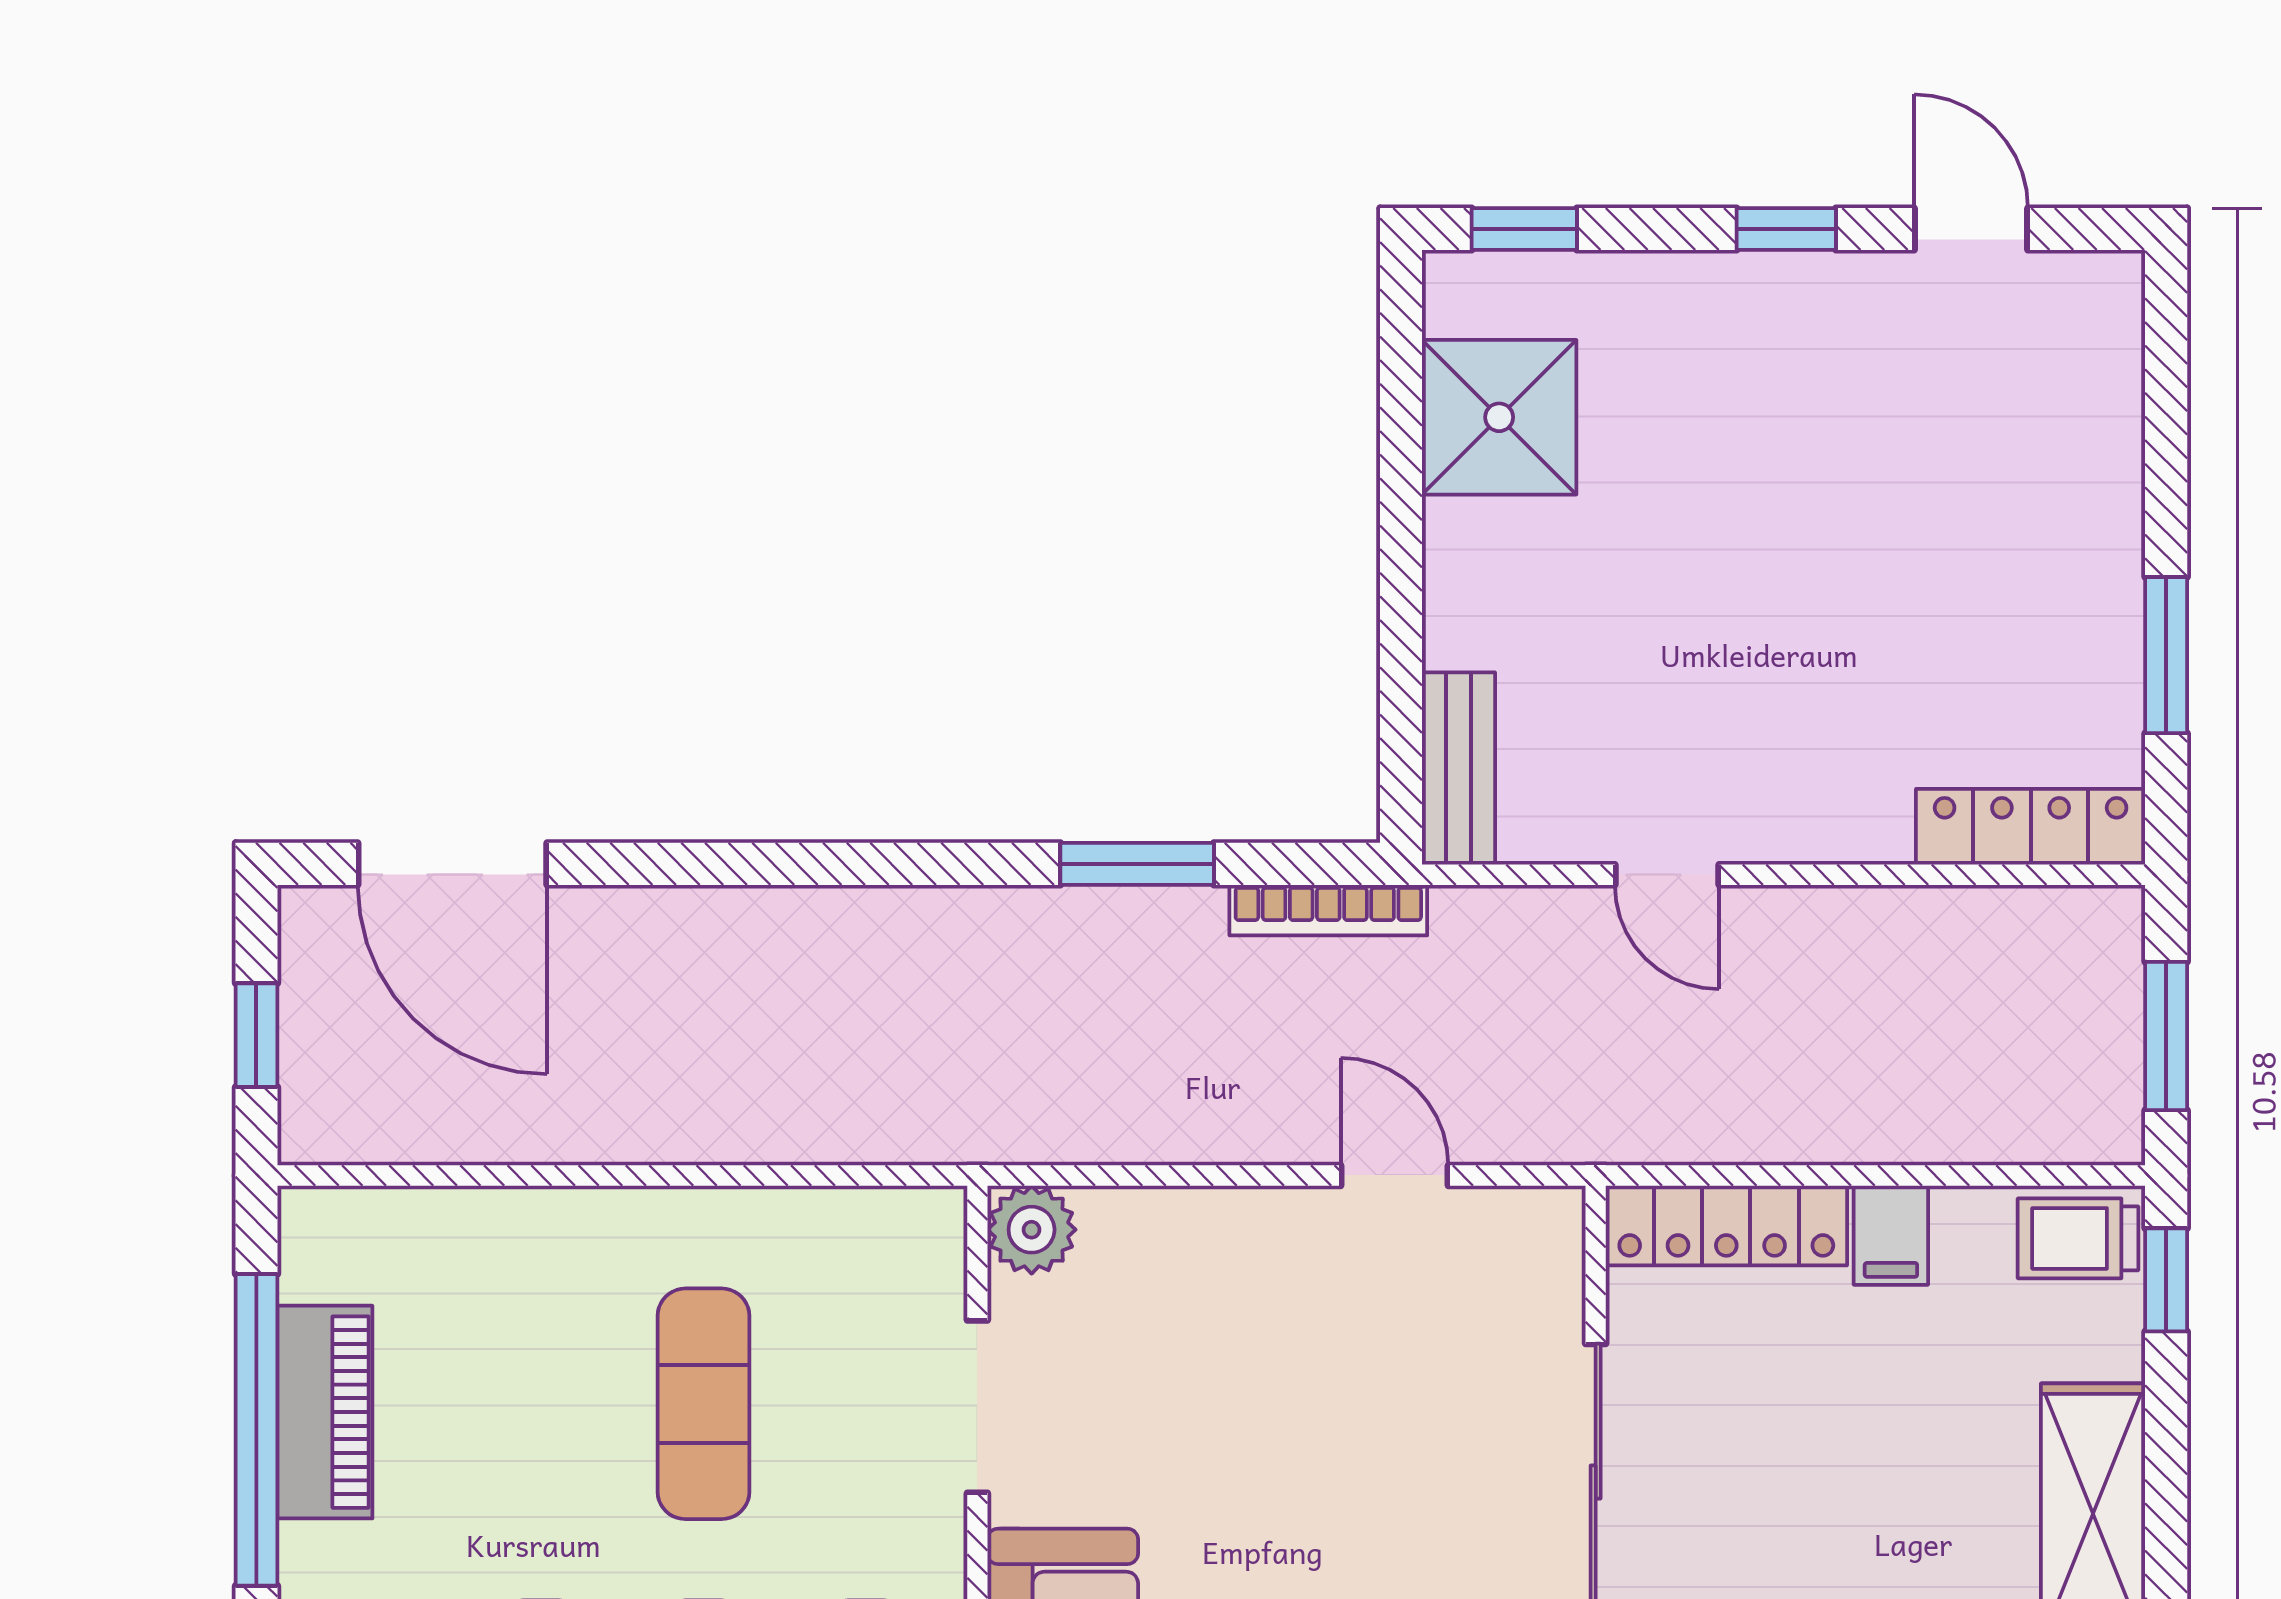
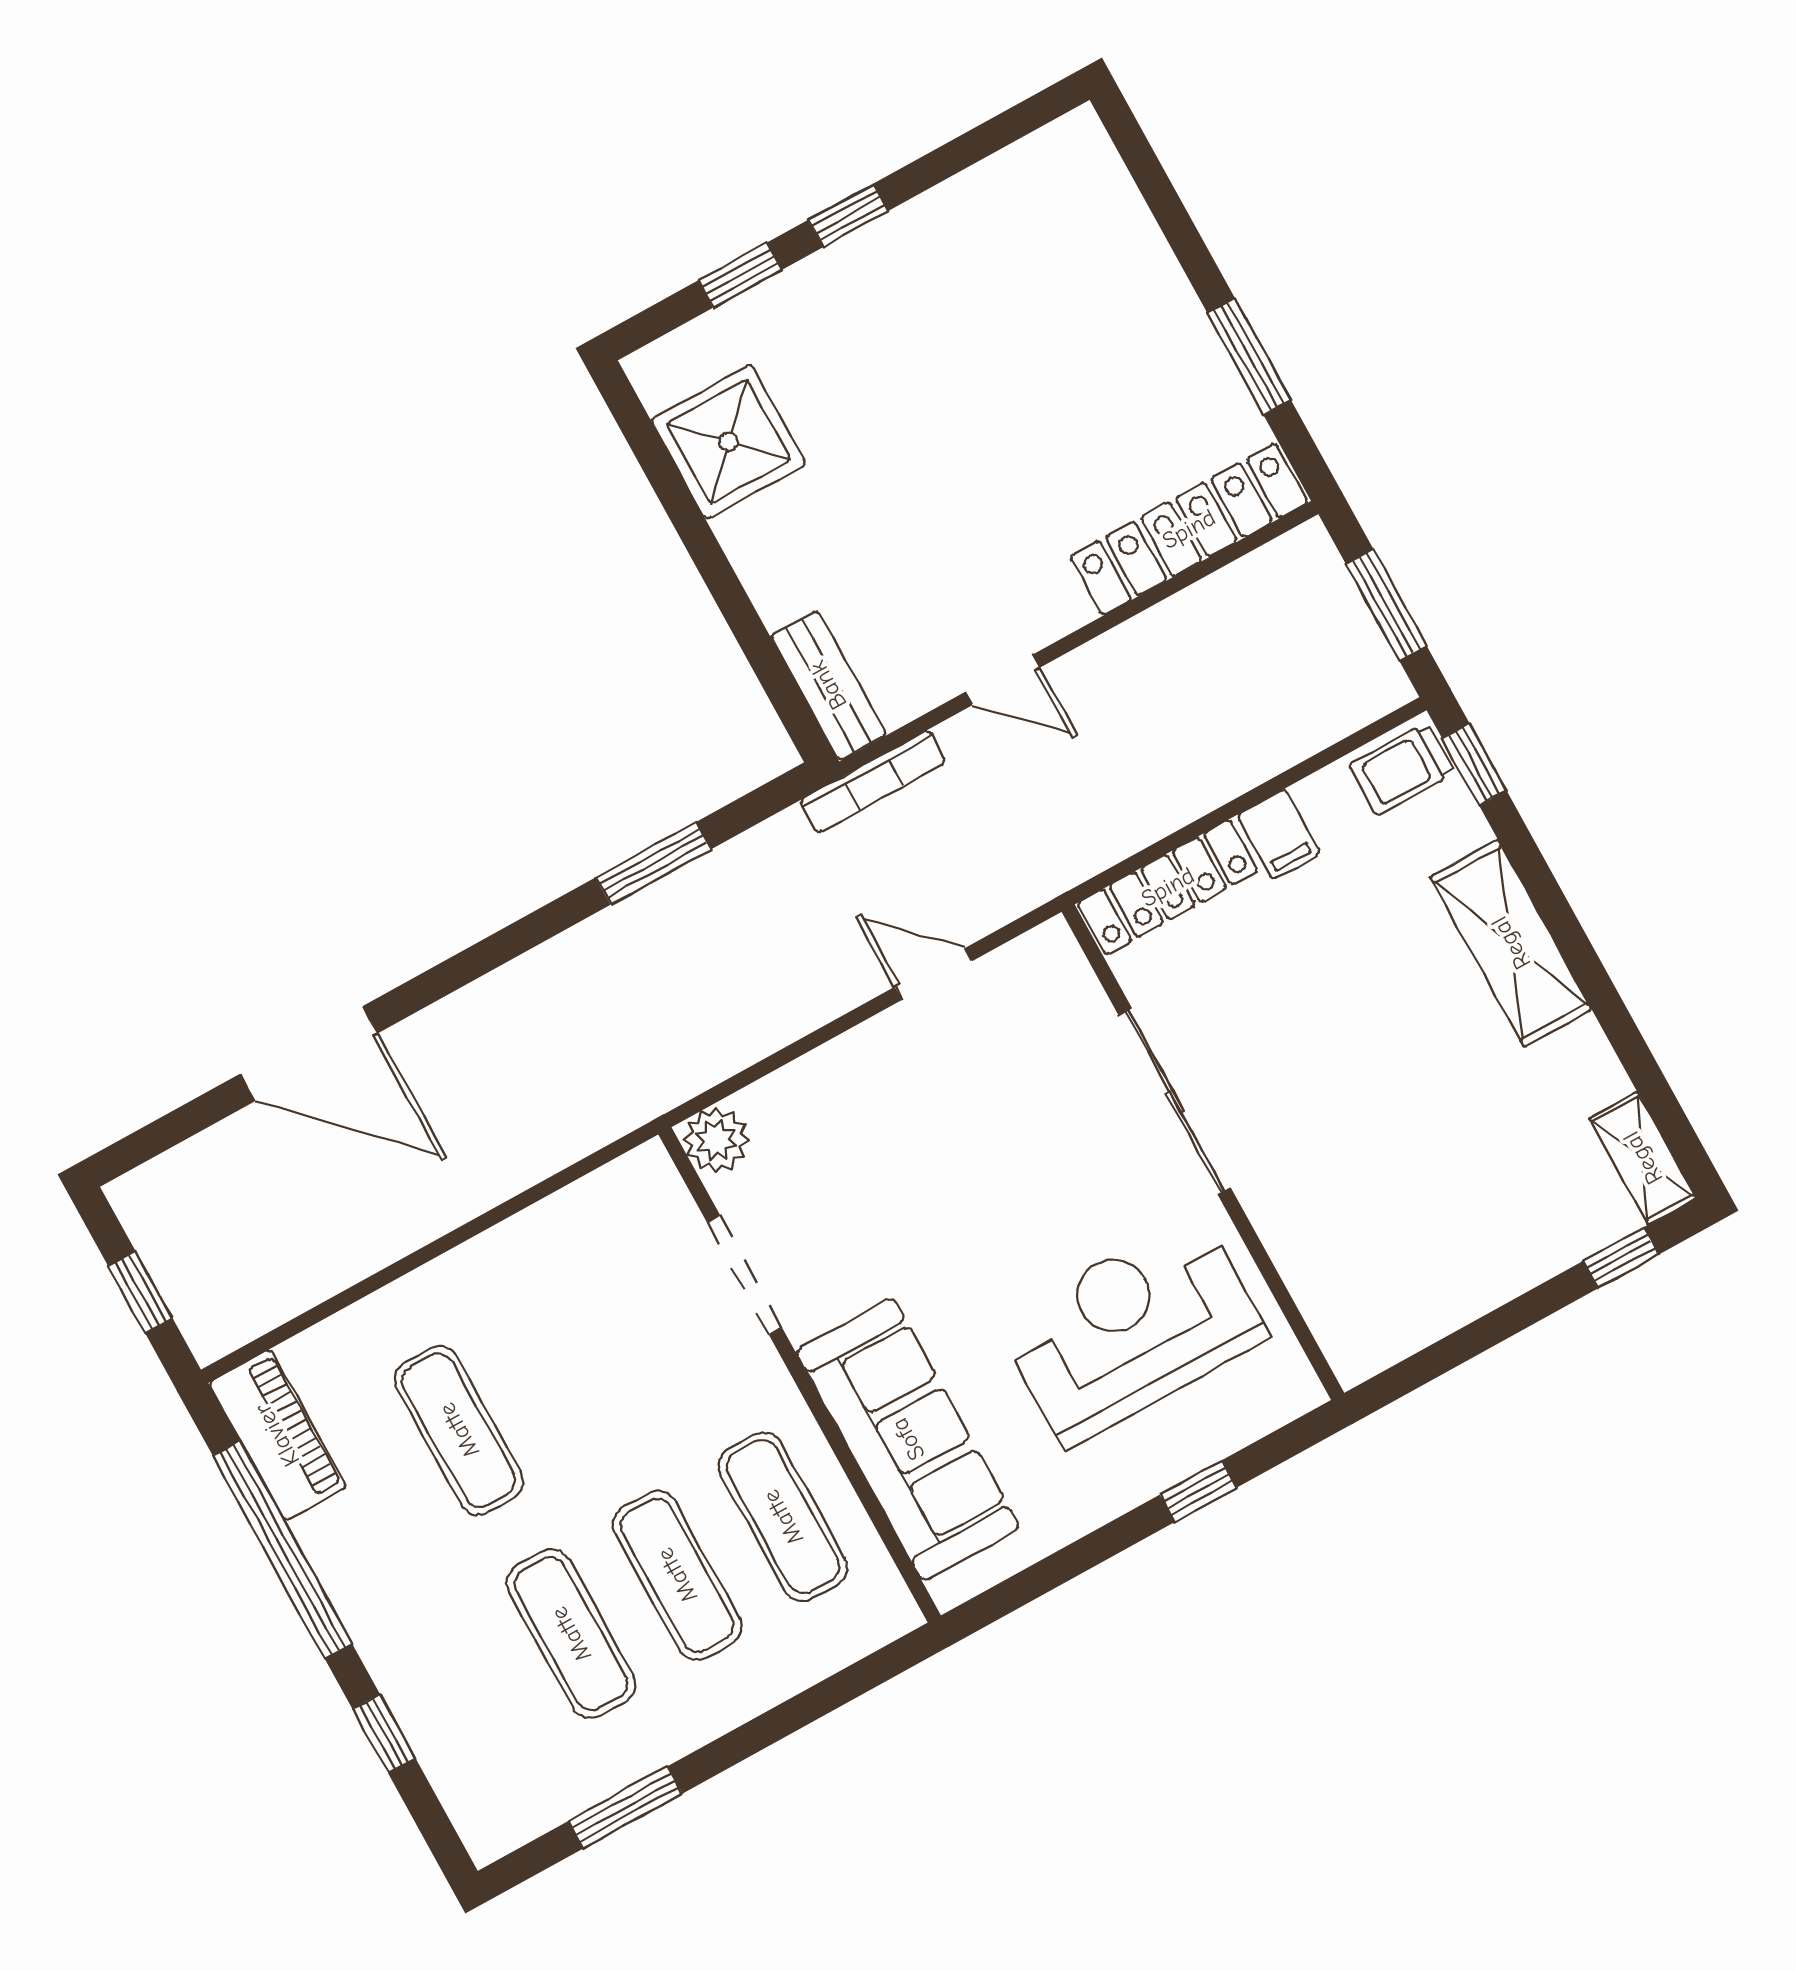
window: (1524, 229) -> (740, 275), moved
door: (1971, 229) -> (969, 149), removed
locker: (2031, 827) -> (1189, 529), width x1.41, depth x1.21
door: (452, 864) -> (309, 1054), moved
bookcase: (1328, 910) -> (873, 782), moved
exercise mat: (704, 1404) -> (459, 1430), moved
piano: (325, 1412) -> (277, 1435), moved

